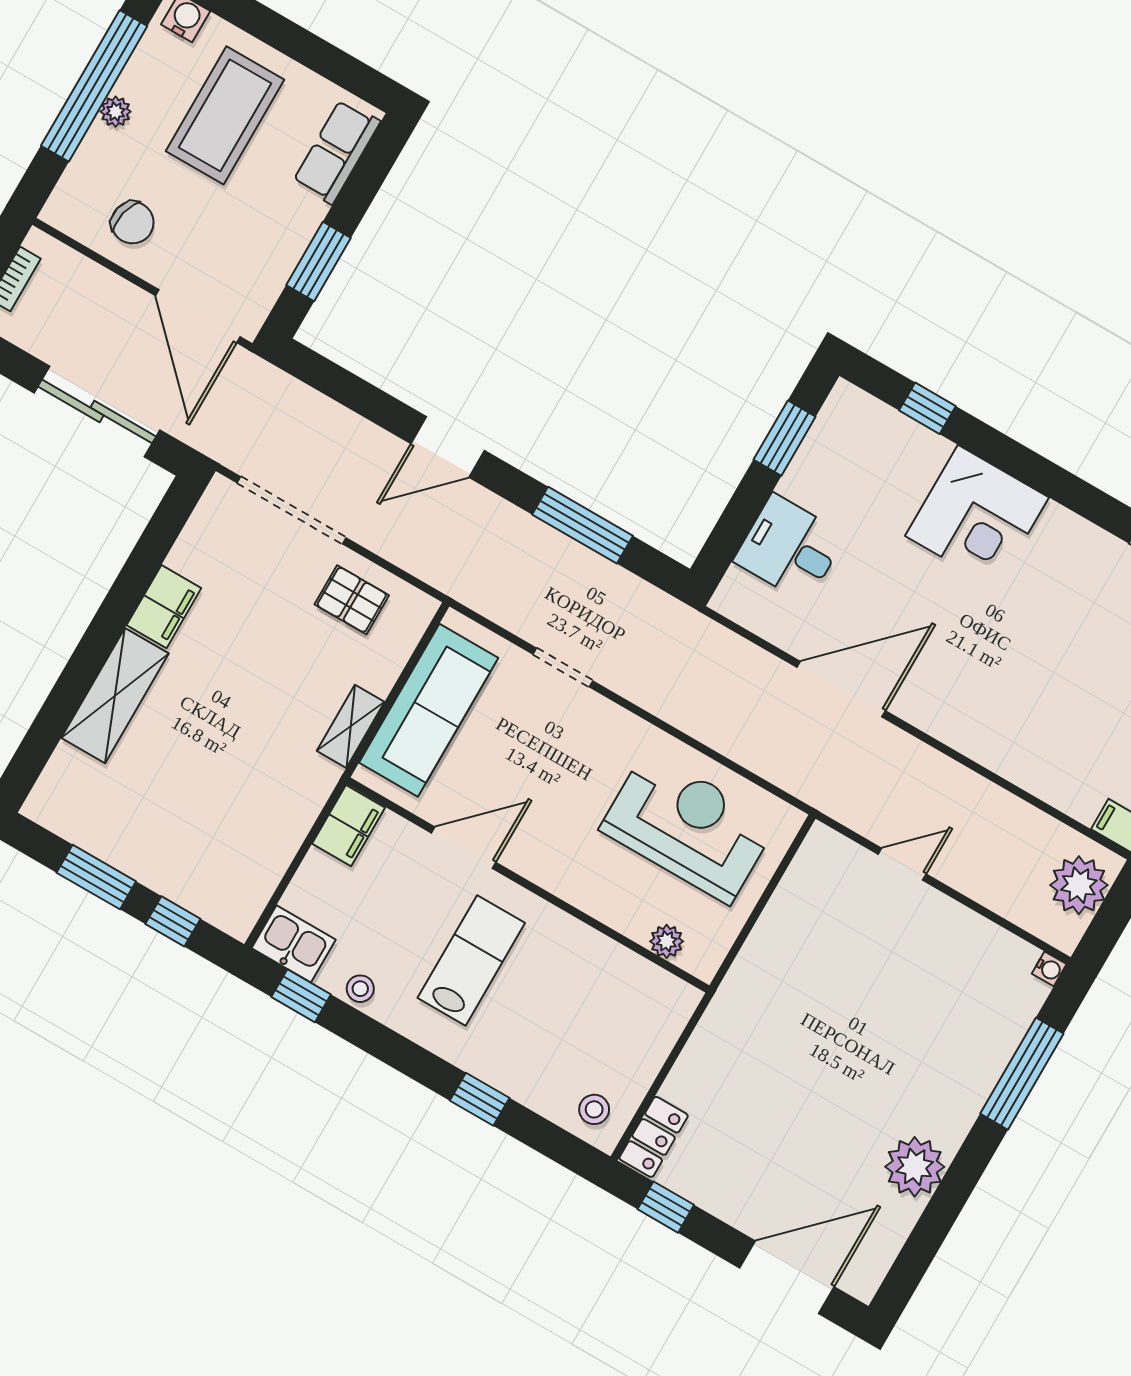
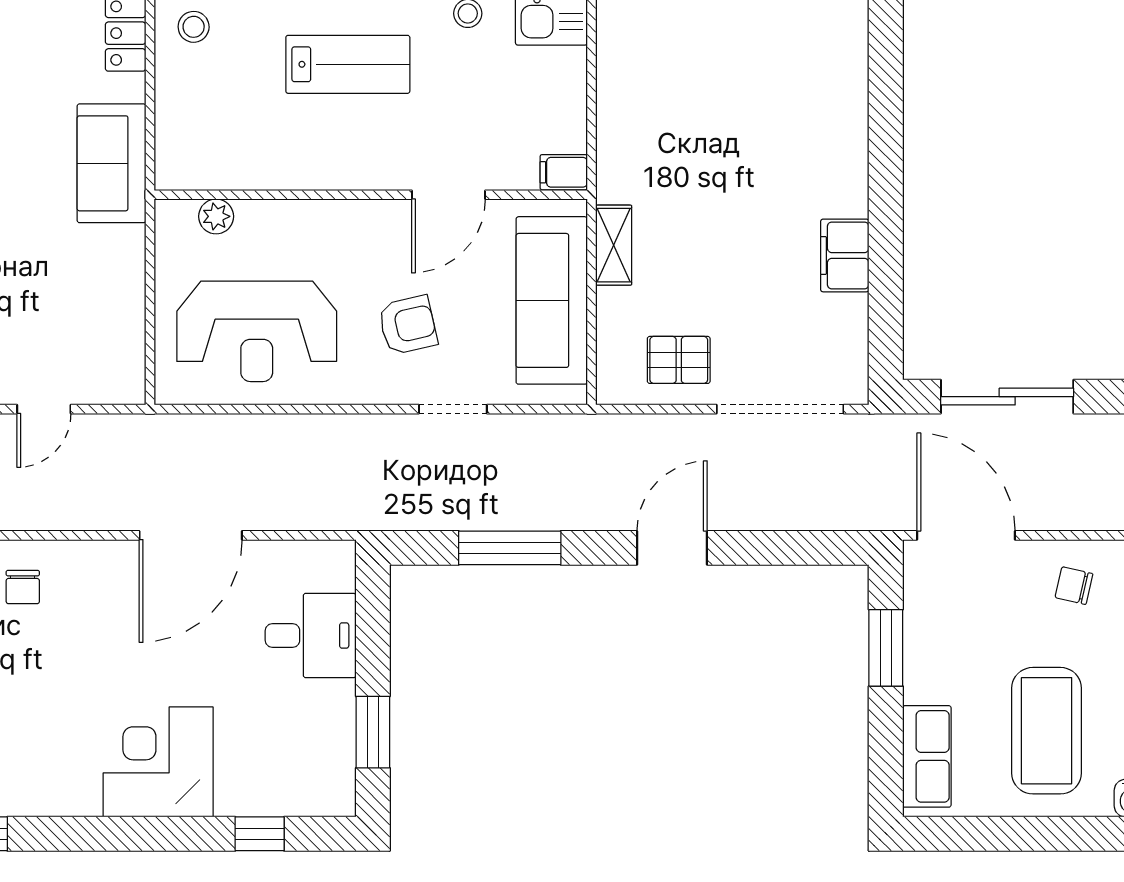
chair: (132, 223) -> (1074, 586), width x0.73, depth x0.73
shelving: (115, 696) -> (842, 150), removed
chair: (1005, 727) -> (23, 587), added
armchair: (560, 759) -> (408, 325), added
filing cabinet: (349, 826) -> (564, 172), width x0.50
lab bench: (471, 960) -> (348, 64), moved, turned -90
sofa: (728, 1036) -> (111, 163), added

